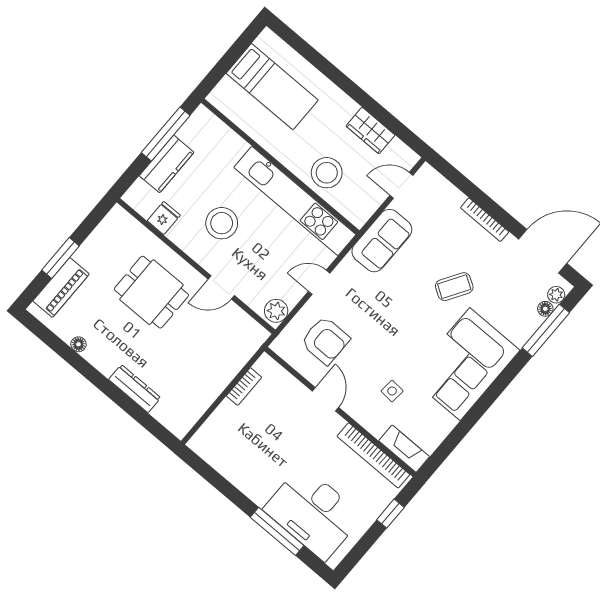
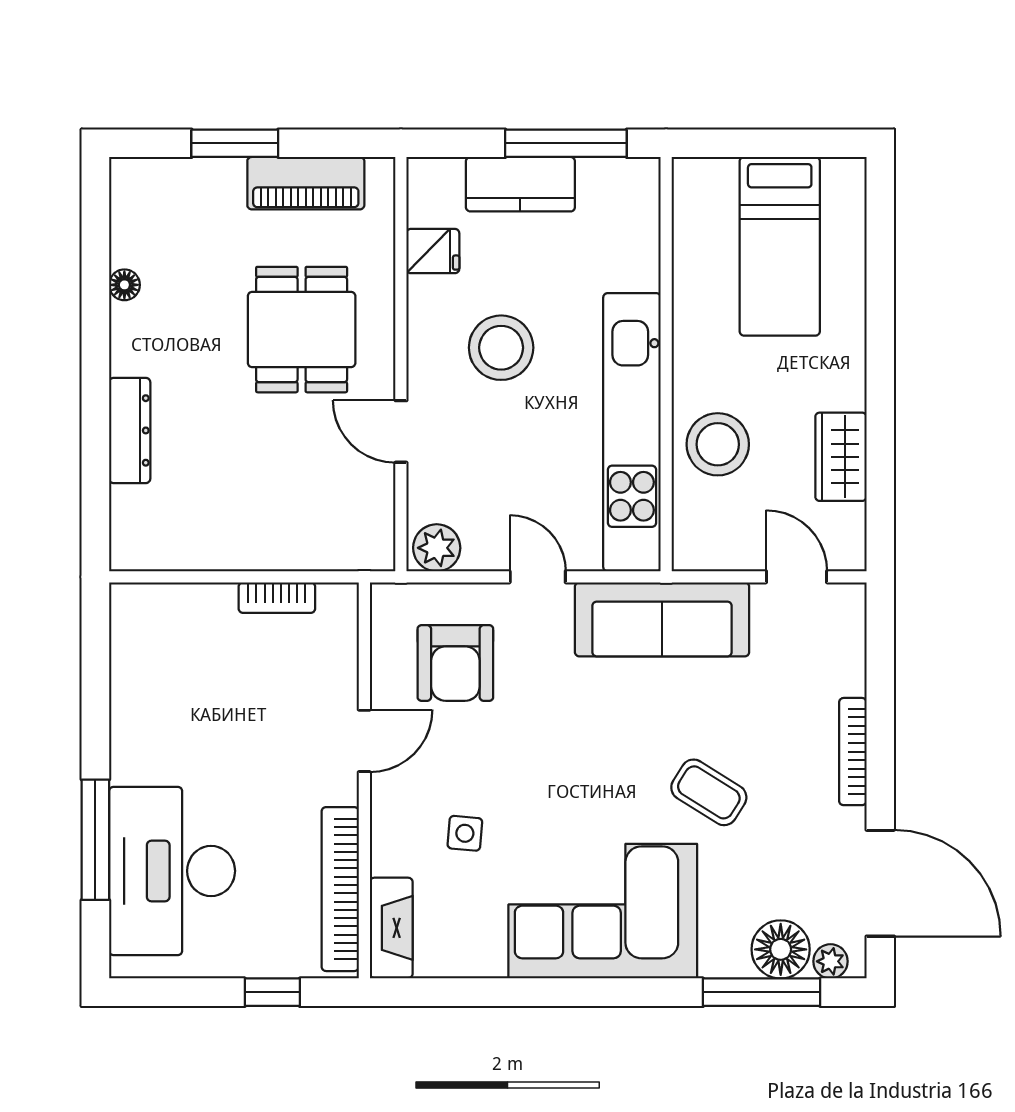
sofa: (382, 241) -> (662, 619), width x1.36
piano: (61, 288) -> (306, 183), moved
floor lamp: (545, 309) -> (781, 949), width x1.89, depth x1.89

